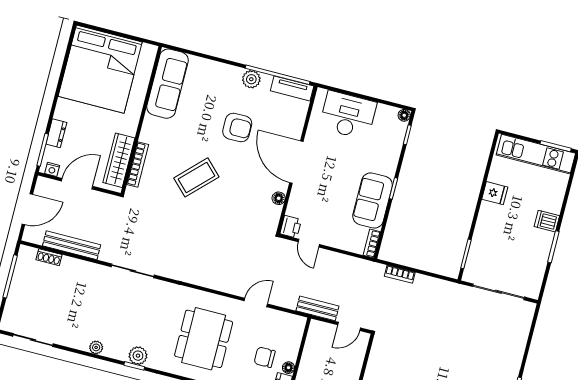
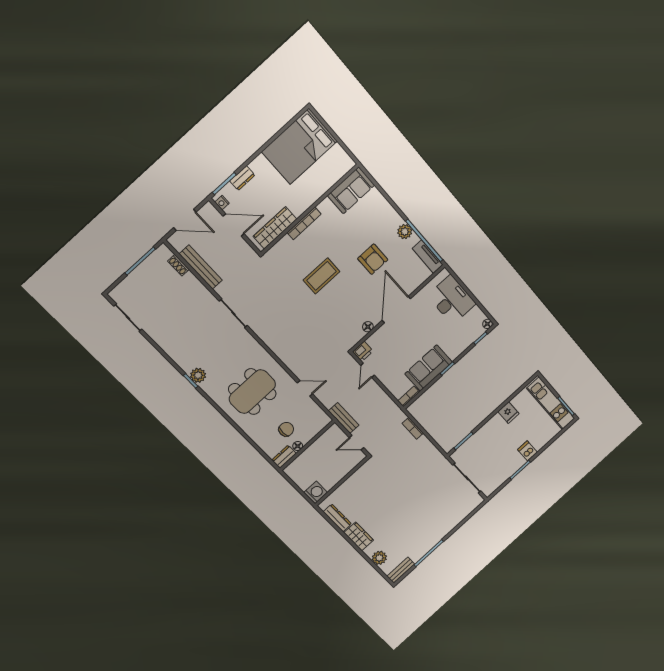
bed: (100, 69) -> (299, 146), width x0.73
sofa: (168, 84) -> (351, 190), width x0.73
bookcase: (138, 165) -> (304, 223), moved
coffee table: (196, 177) -> (321, 276), turned -45
plant: (96, 347) -> (171, 351), removed
chair: (265, 357) -> (286, 429), turned 90

